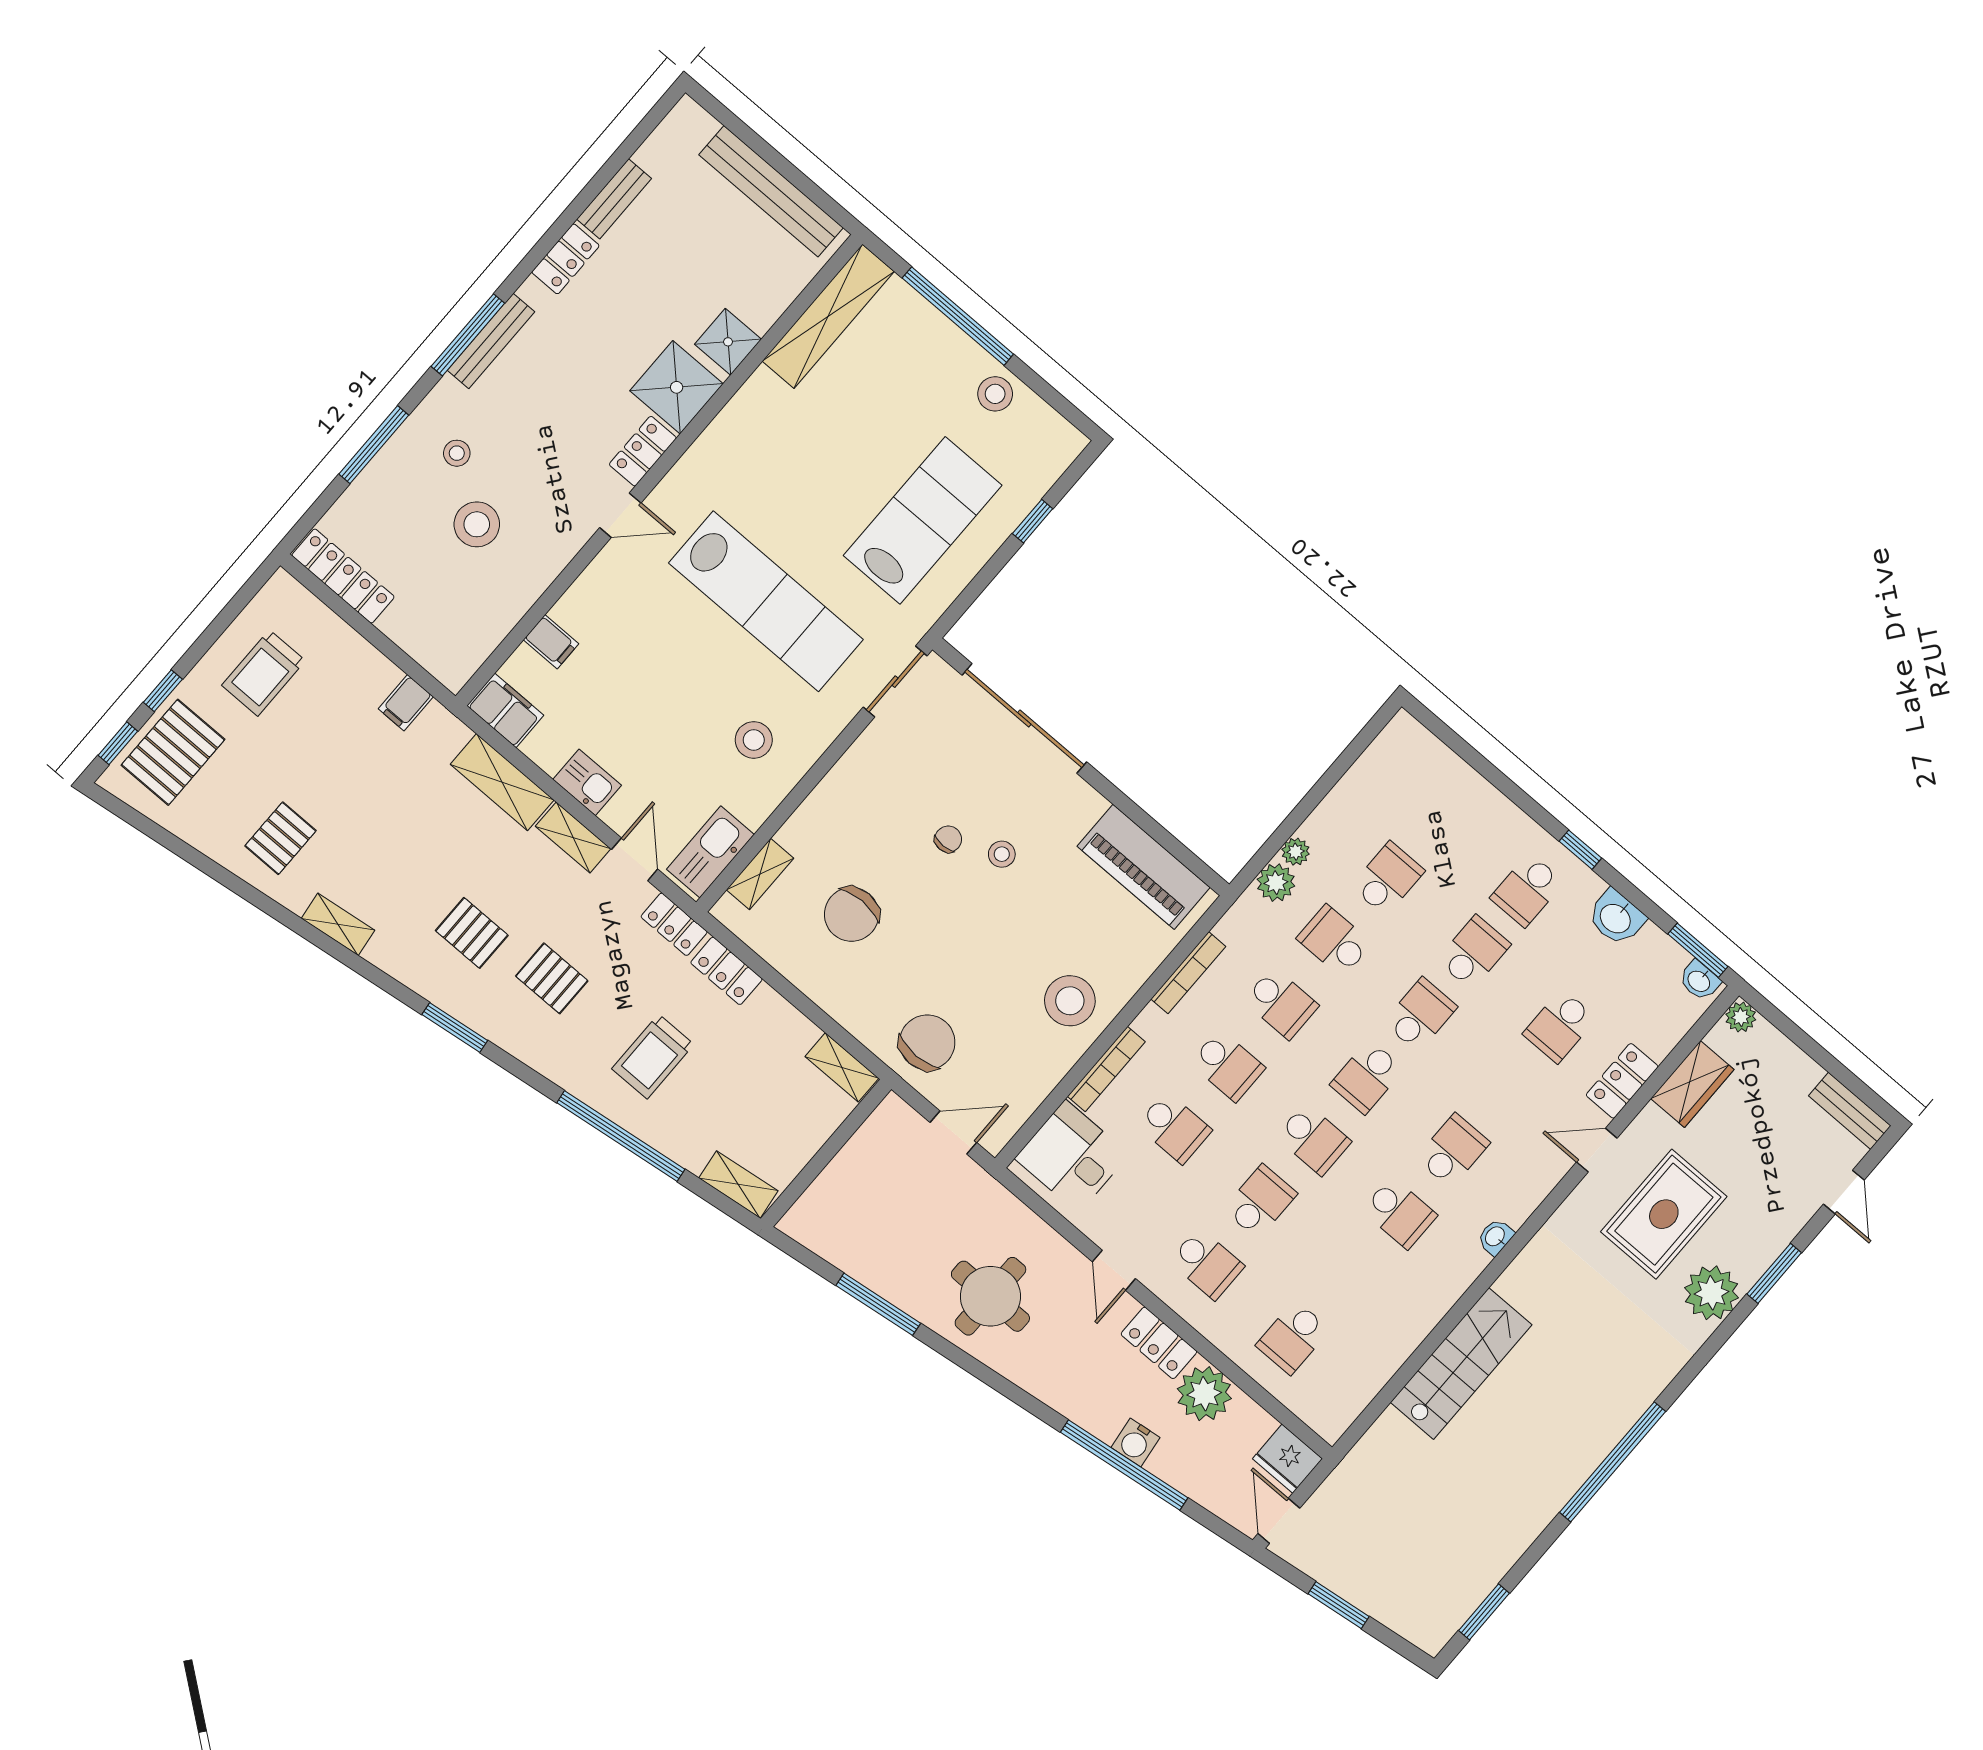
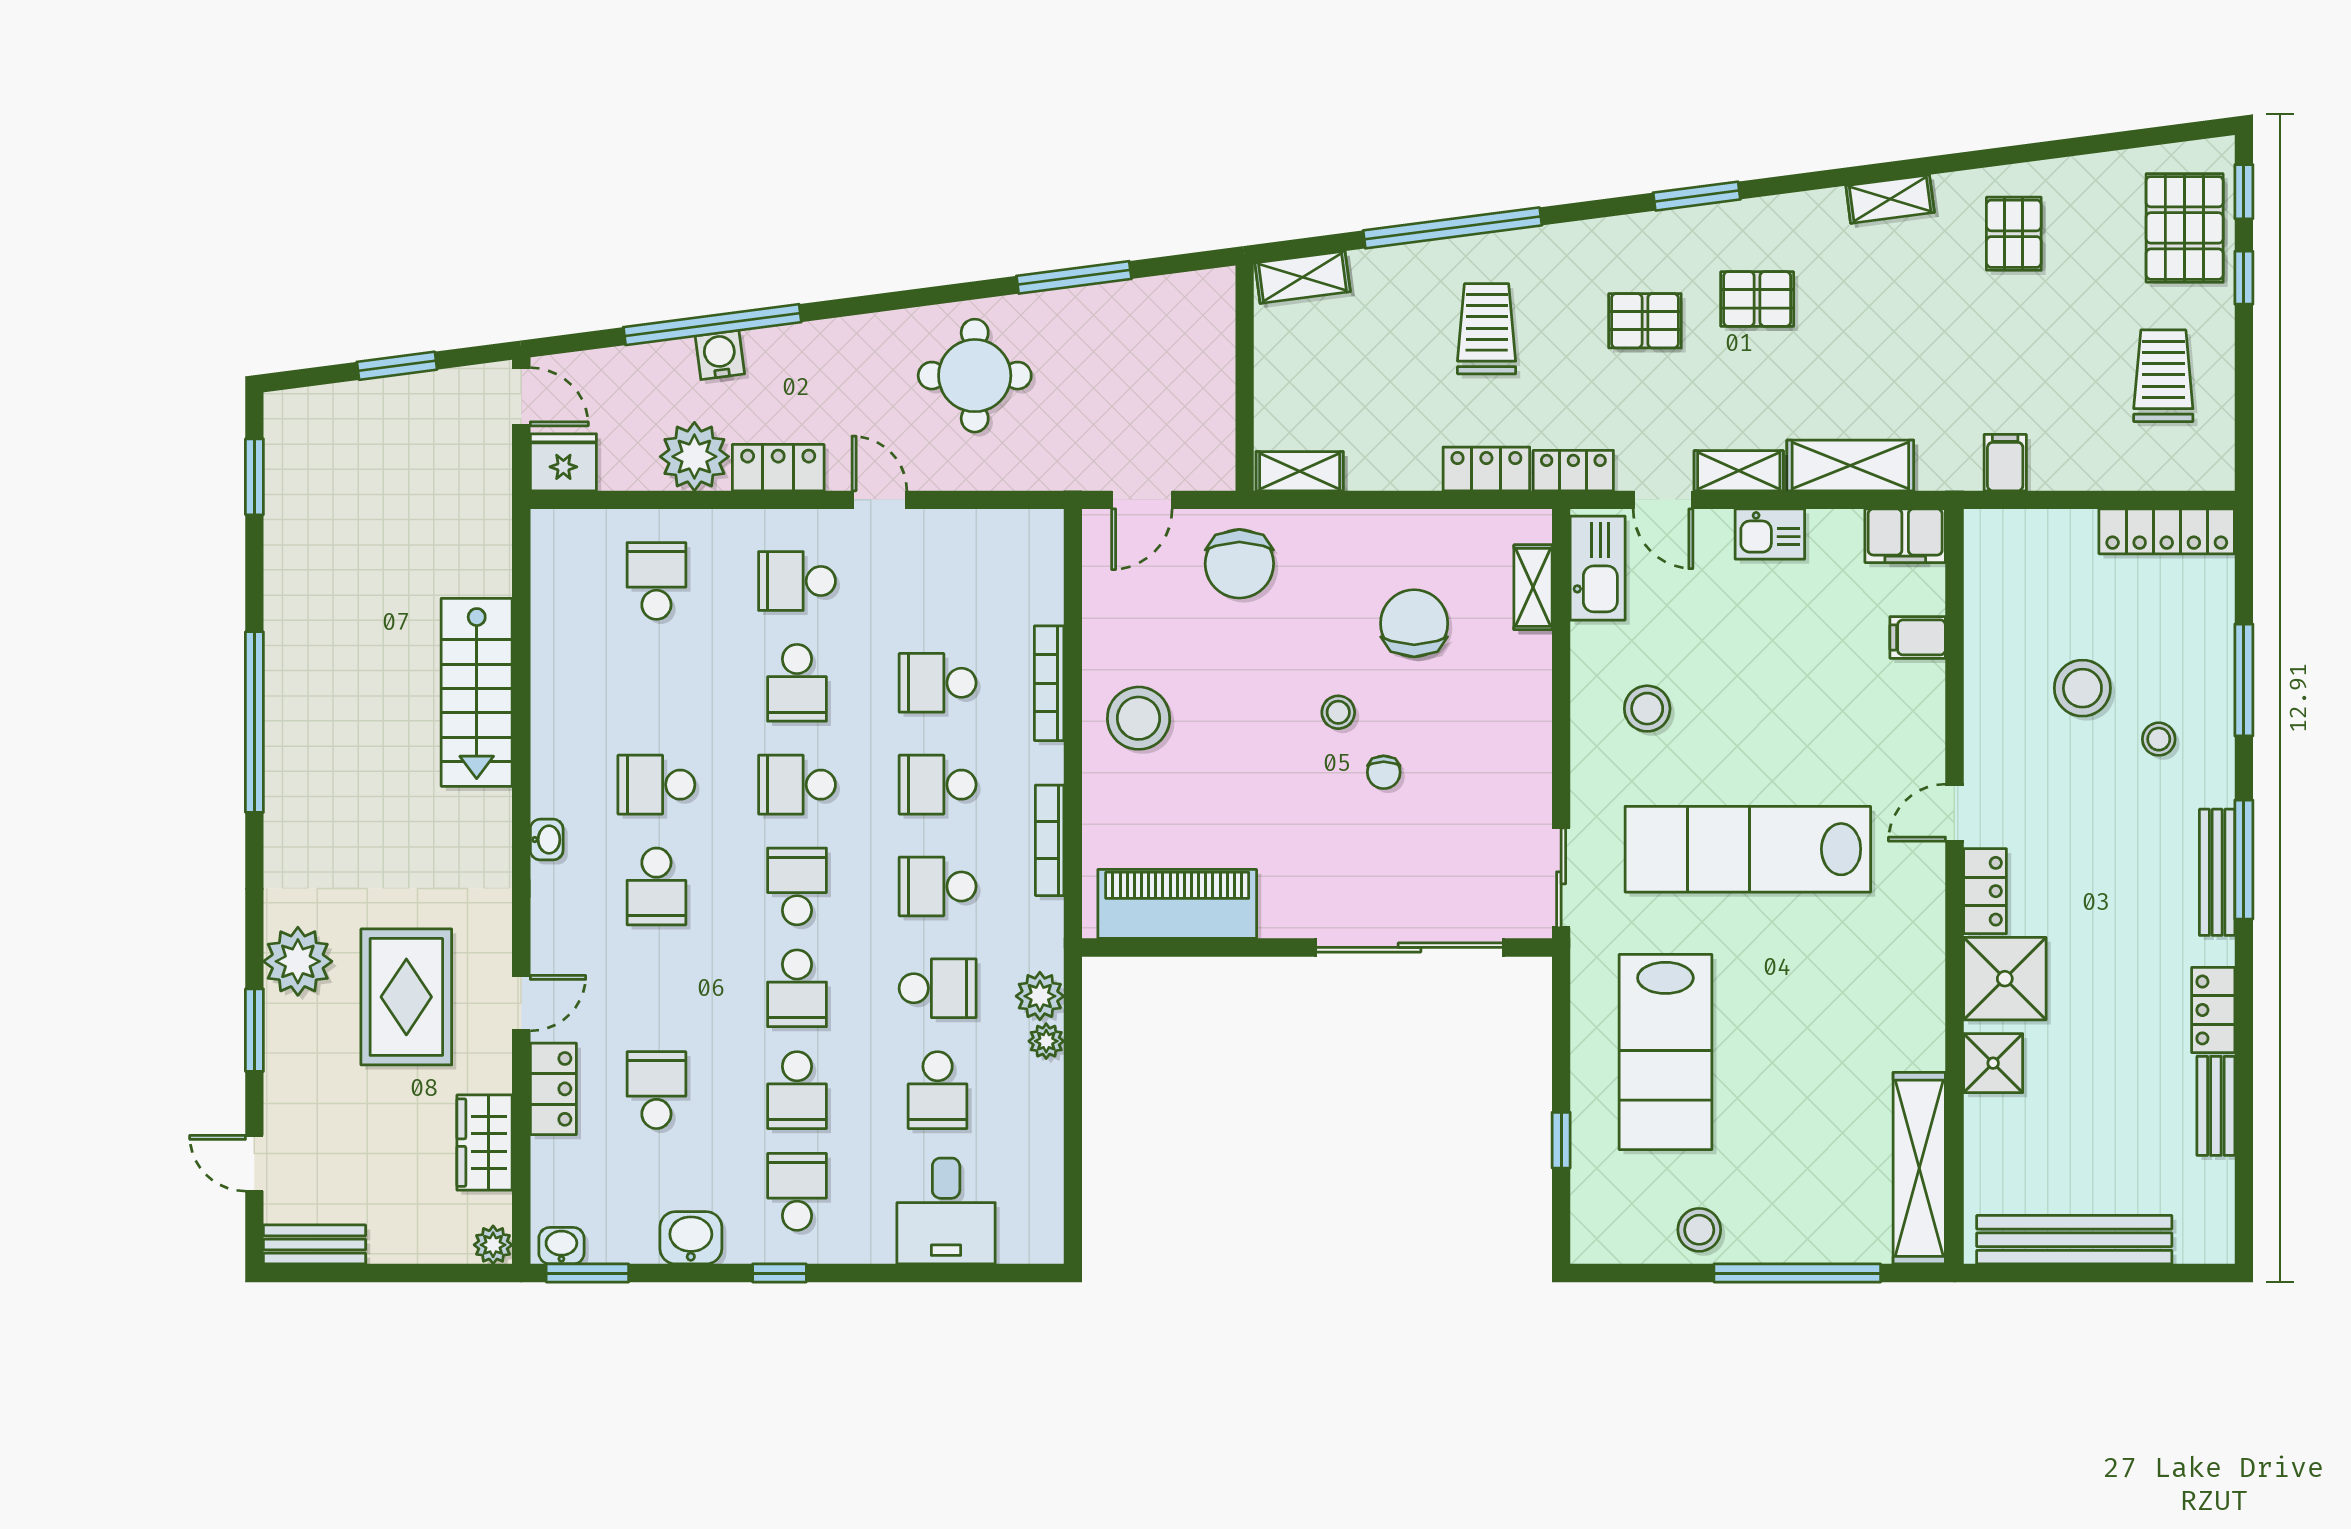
stool: (1002, 854) -> (1338, 712), moved
desk: (1072, 1156) -> (946, 1211), moved, turned 90

